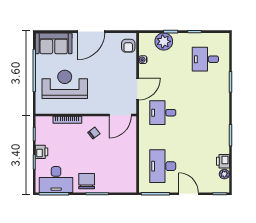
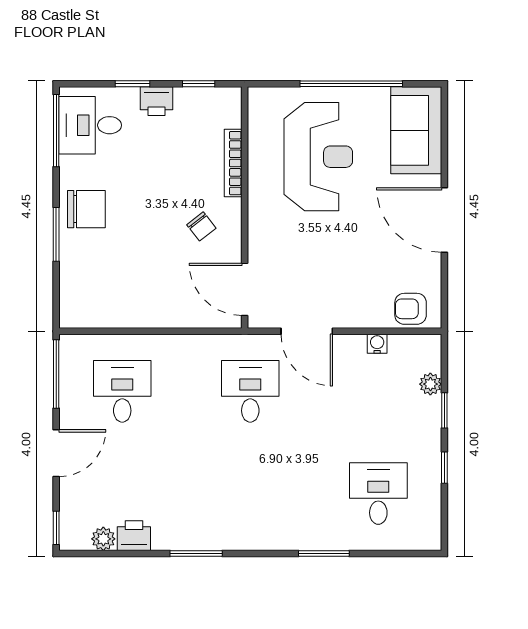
plant: (164, 41) -> (430, 384), width x0.53, depth x0.53
desk: (163, 166) -> (122, 391), width x0.73
desk: (56, 180) -> (90, 125), width x0.73

